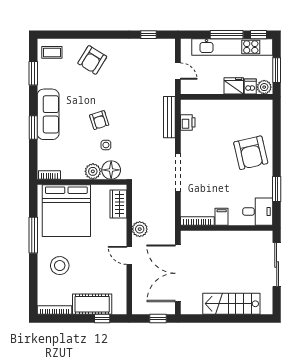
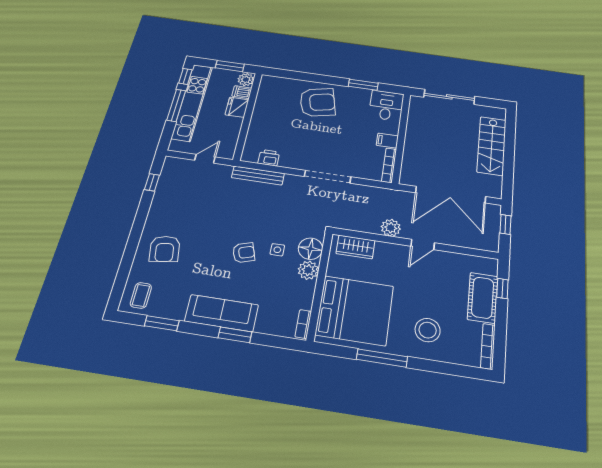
armchair: (92, 60) -> (165, 249), turned 49

